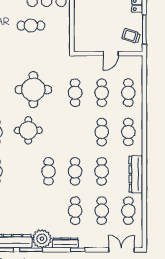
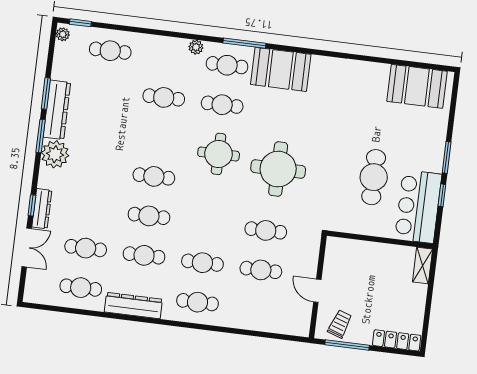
cafe table: (31, 26) -> (374, 177), width x1.37, depth x1.35
cafe table: (128, 93) -> (256, 309), removed
cafe table: (75, 211) -> (91, 209), removed
dresser: (65, 243) -> (42, 209), moved
double door: (121, 250) -> (27, 247), moved

